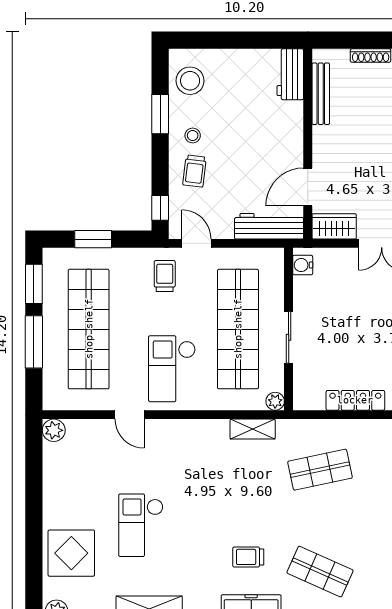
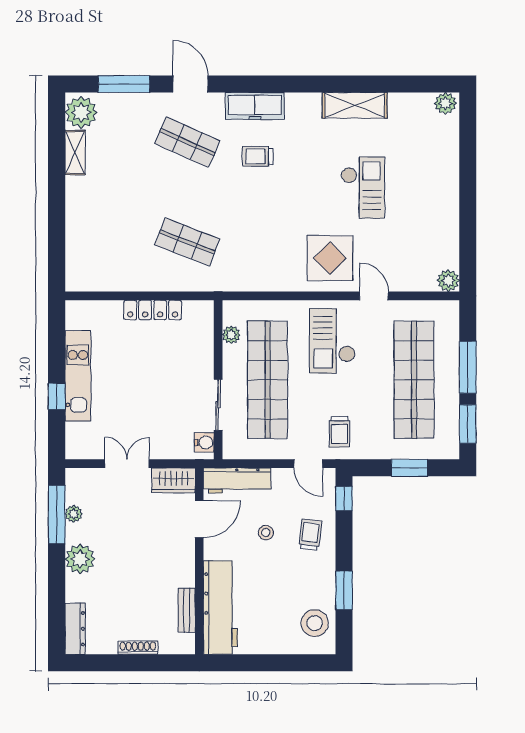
workbench: (290, 74) -> (221, 608), width x1.88, depth x1.32
bench: (321, 94) -> (187, 610), width x0.73
stool: (193, 136) -> (266, 533), moved
sliding door: (289, 337) -> (218, 405), moved
checkout: (172, 369) -> (332, 341), turned 180
plant: (275, 401) -> (231, 335), moved
shelving: (253, 429) -> (253, 282), removed
shop shelf: (320, 470) -> (187, 242), turned 33
display table: (71, 553) -> (330, 258), moved
trolley: (248, 557) -> (258, 156), turned 180

